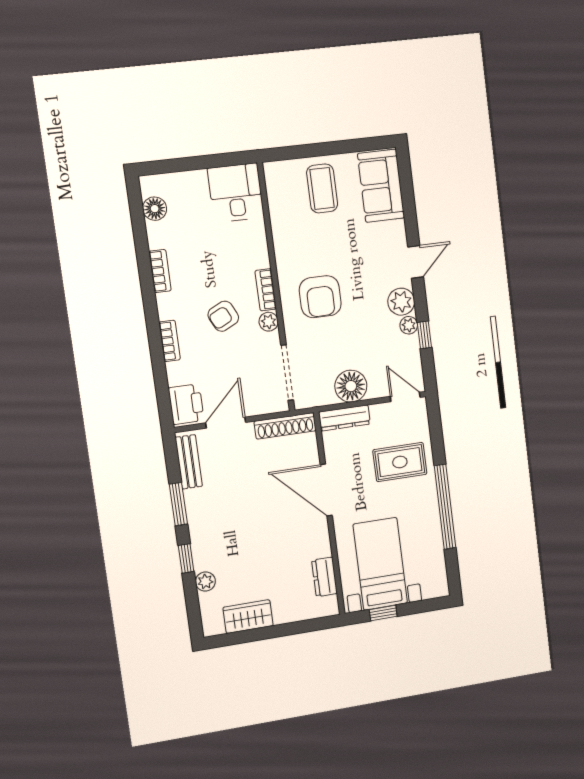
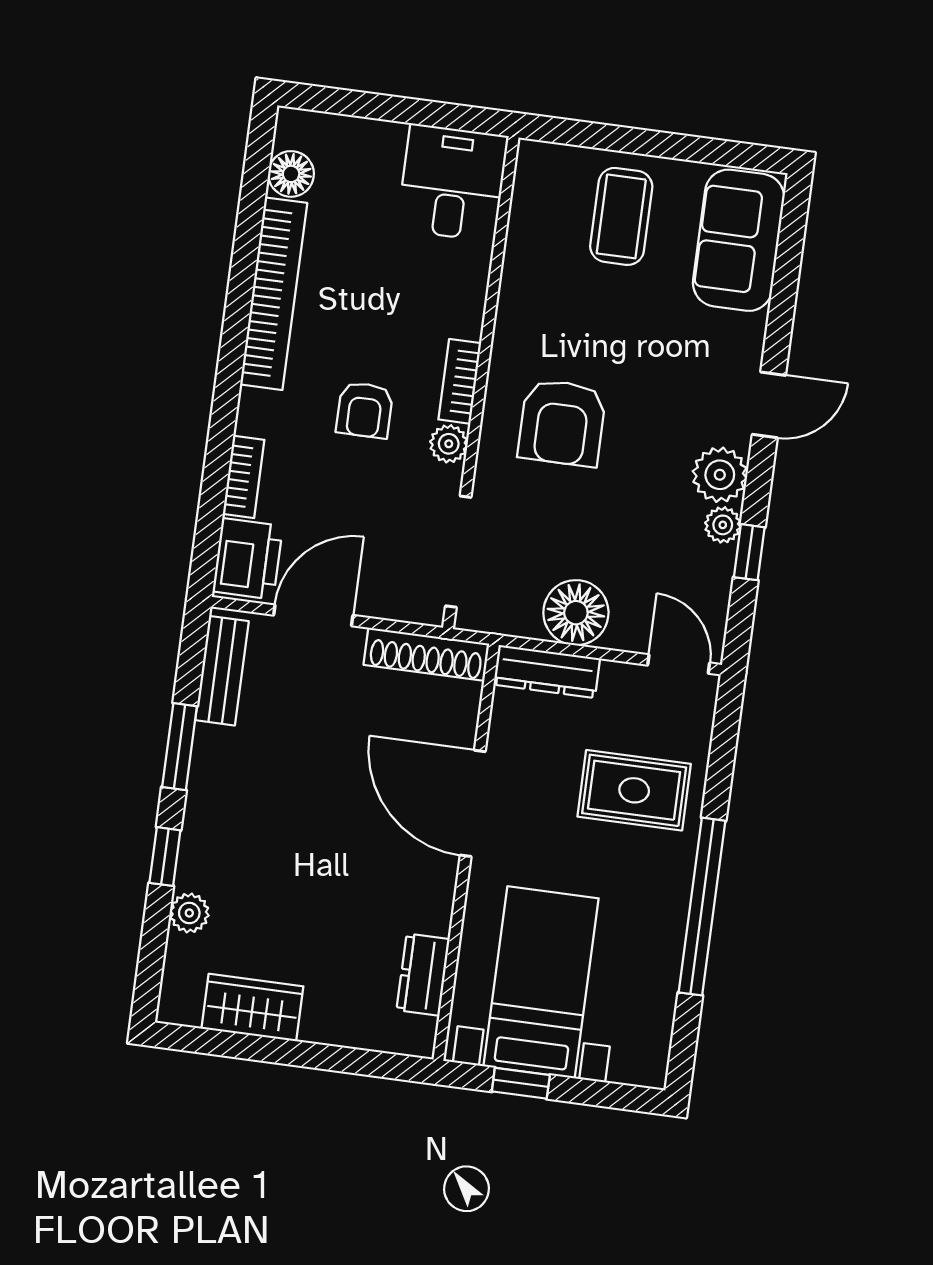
bookcase: (160, 271) -> (274, 294), width x2.31, depth x1.31
armchair: (223, 316) -> (365, 410), turned -64
bookcase: (170, 341) -> (244, 477), moved

